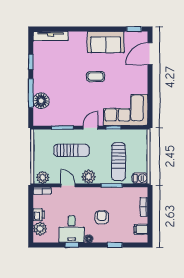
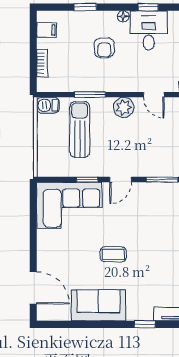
window: (134, 29) -> (145, 324), moved
door: (150, 54) -> (33, 288), hinge flipped
sun lounger: (72, 150) -> (149, 146), removed

